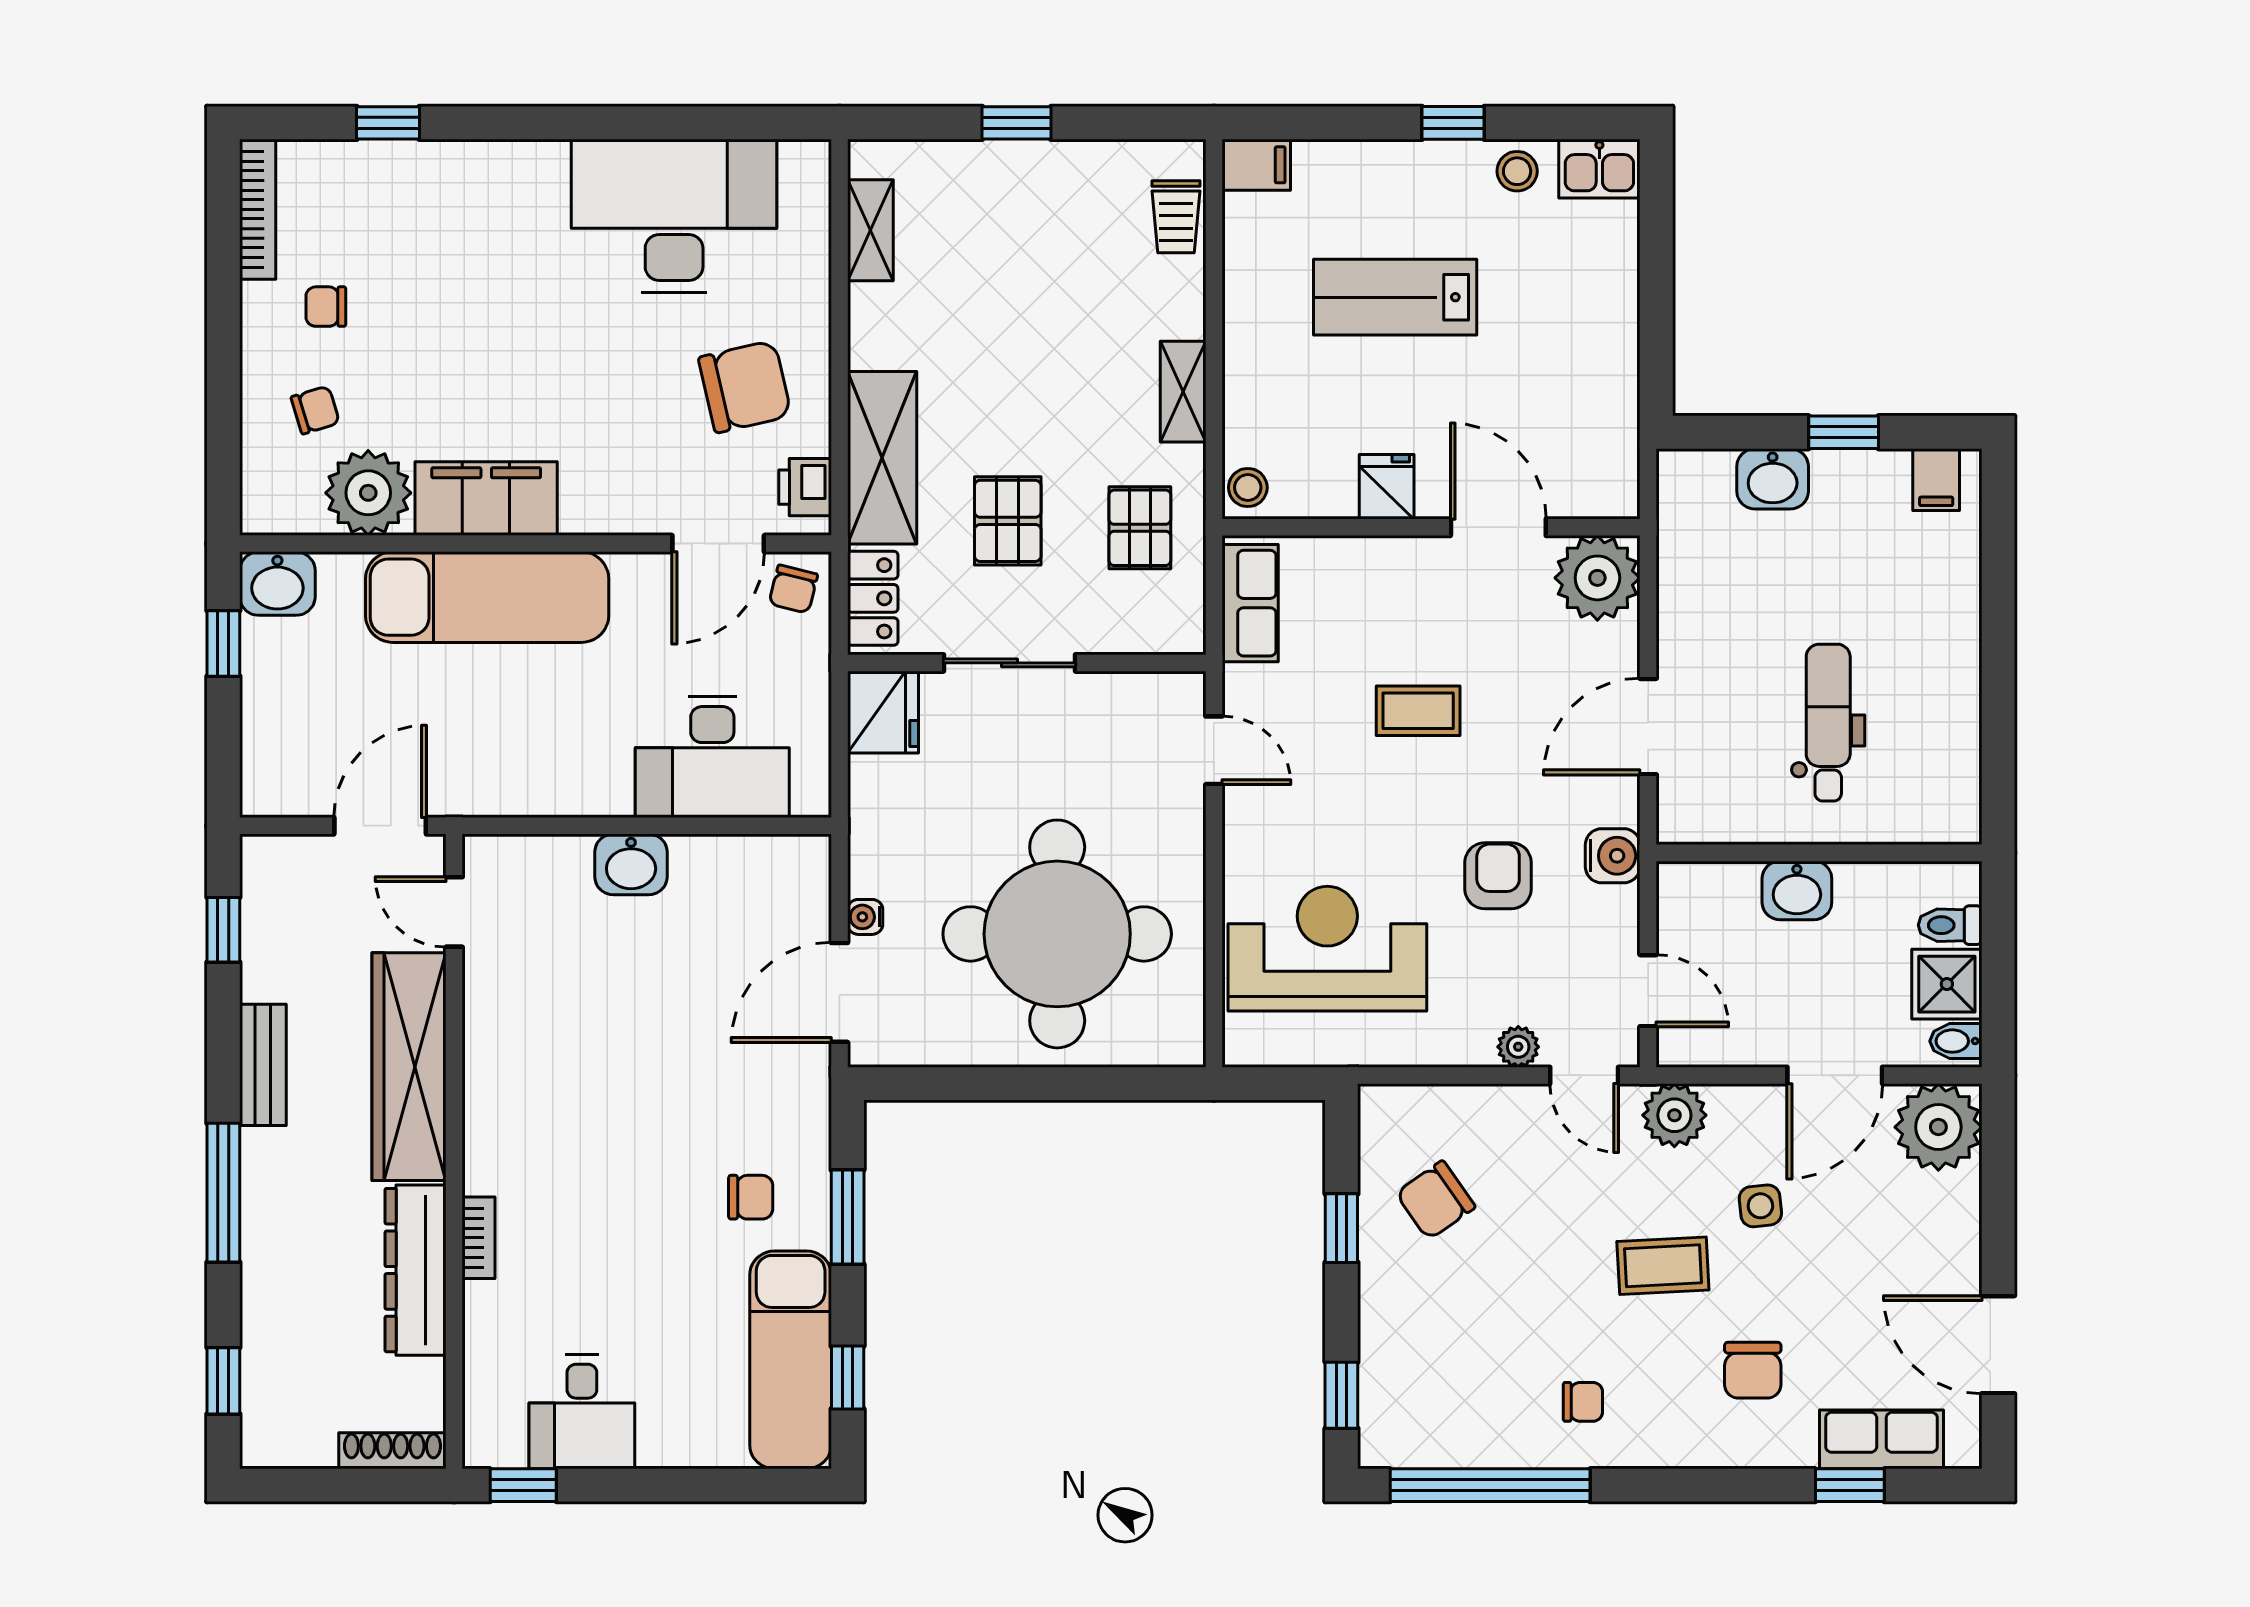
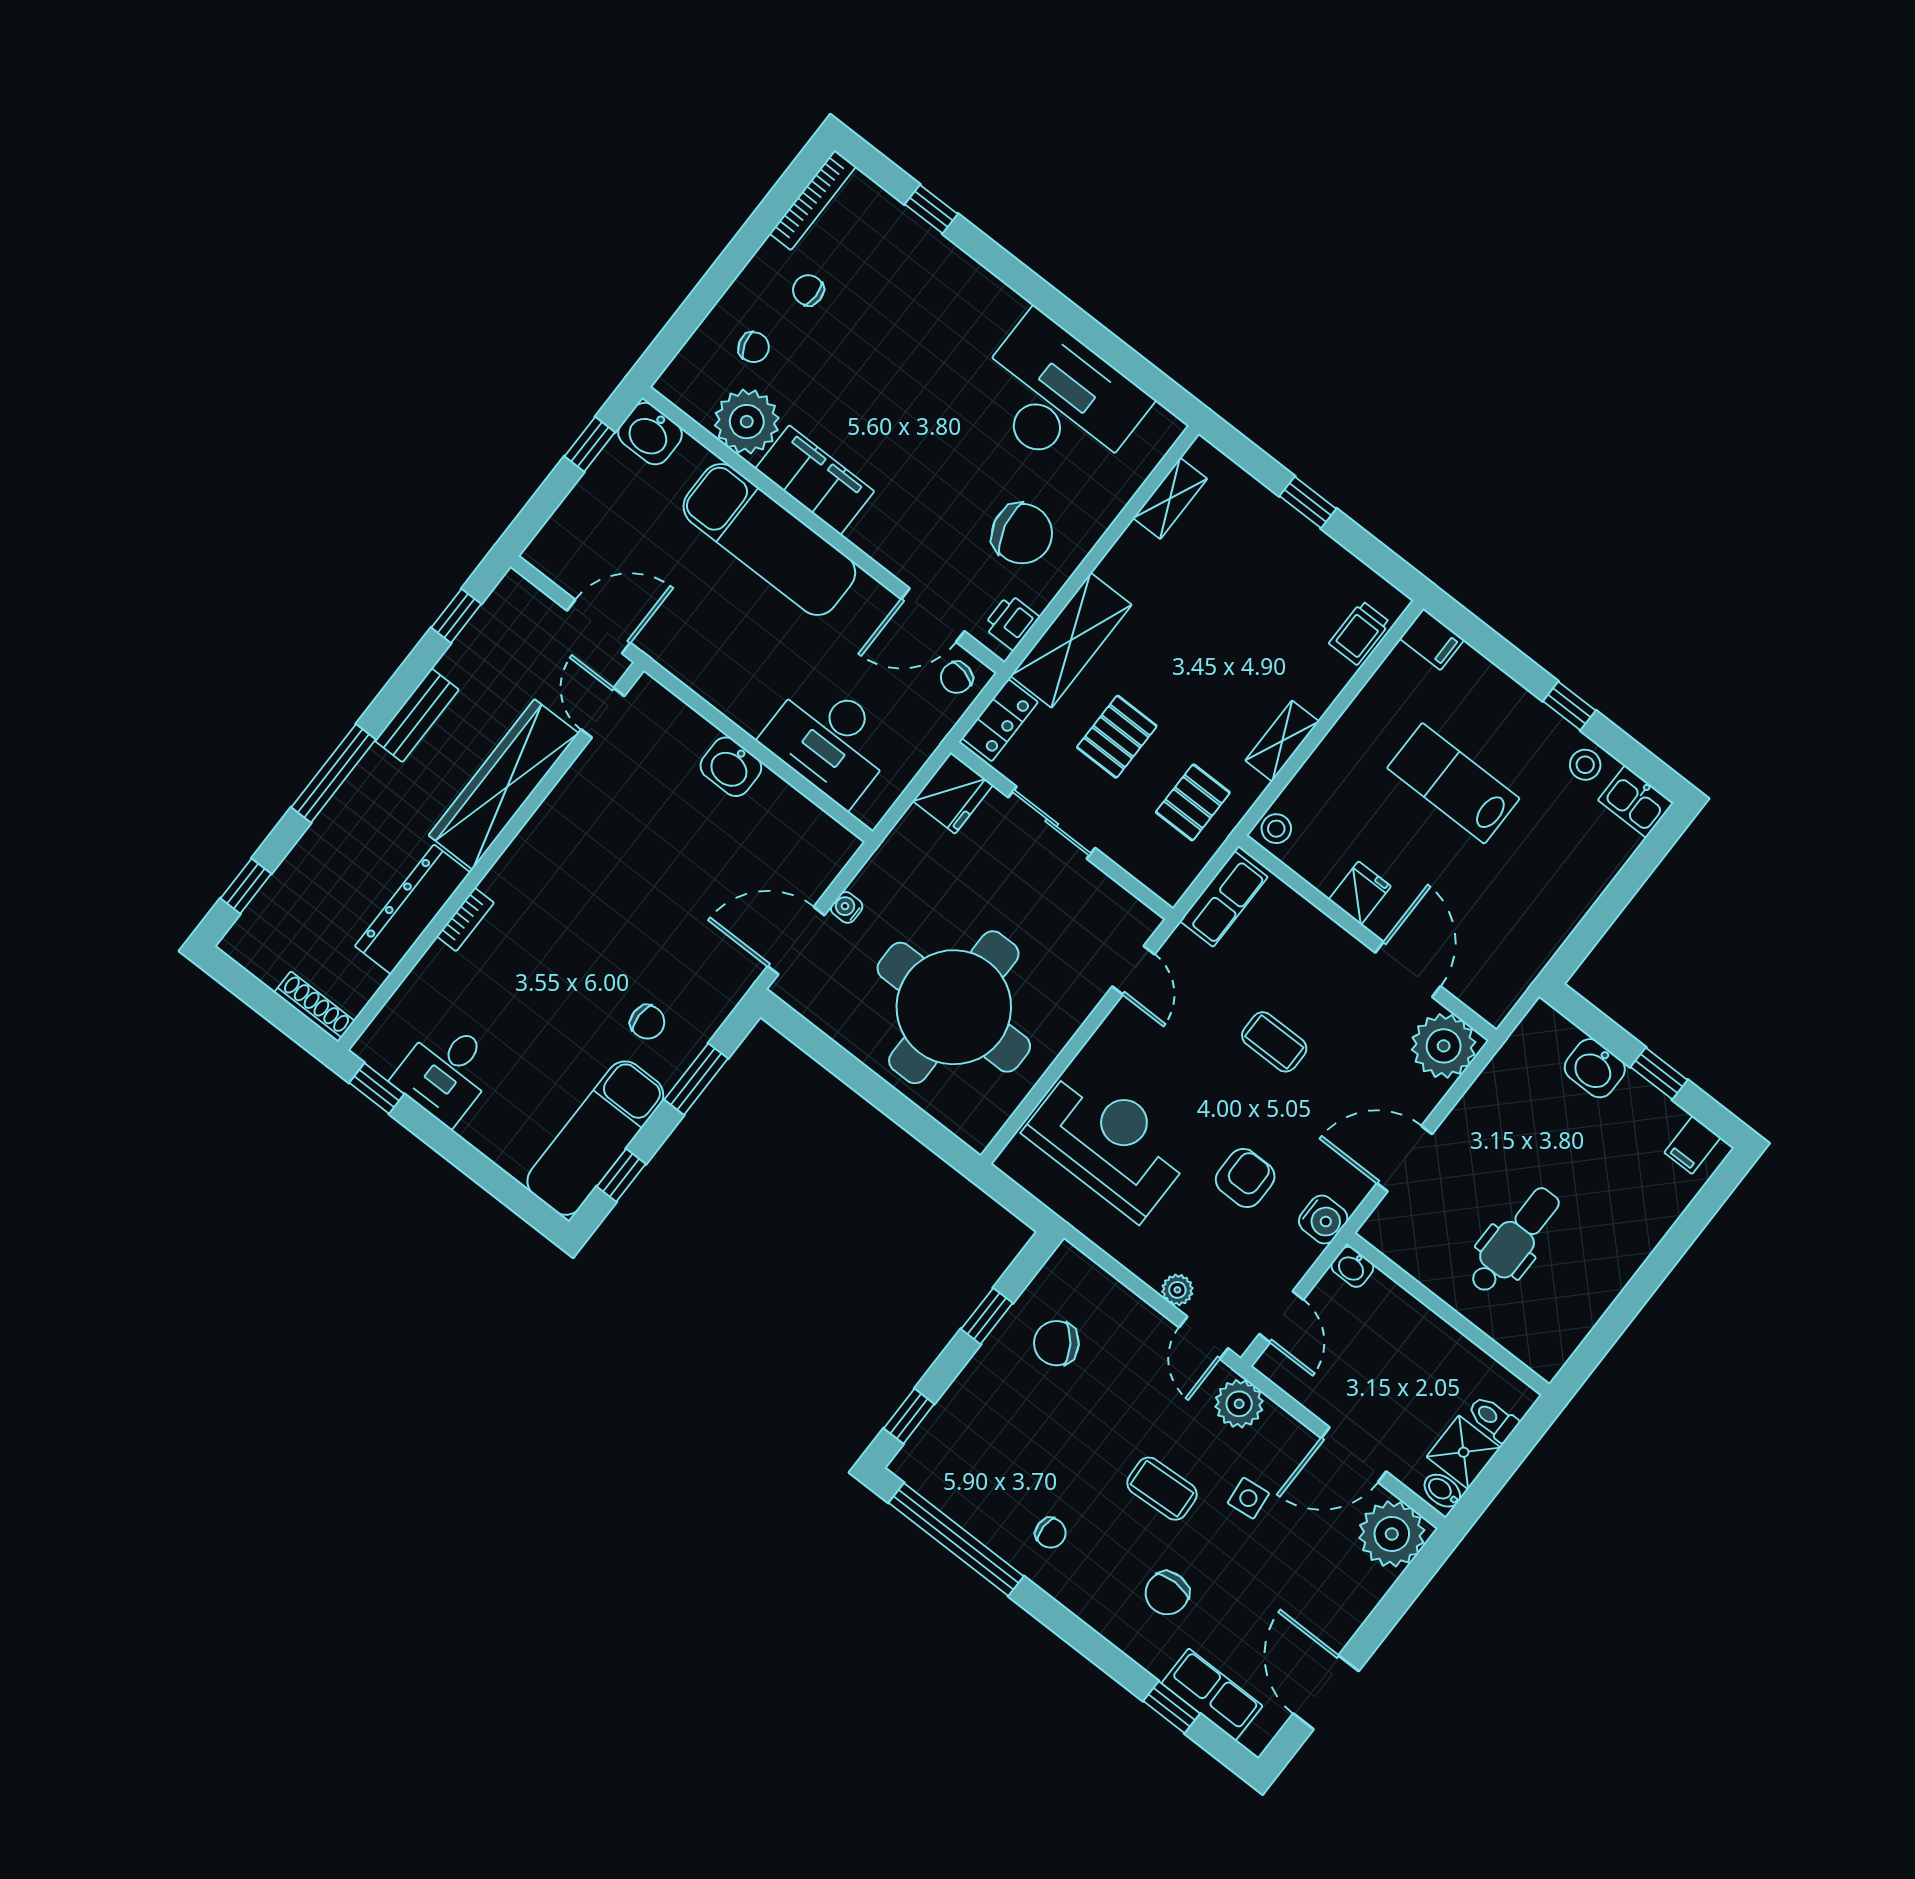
washbasin: (1797, 890) -> (1352, 1267), moved, width x0.72, depth x0.69

